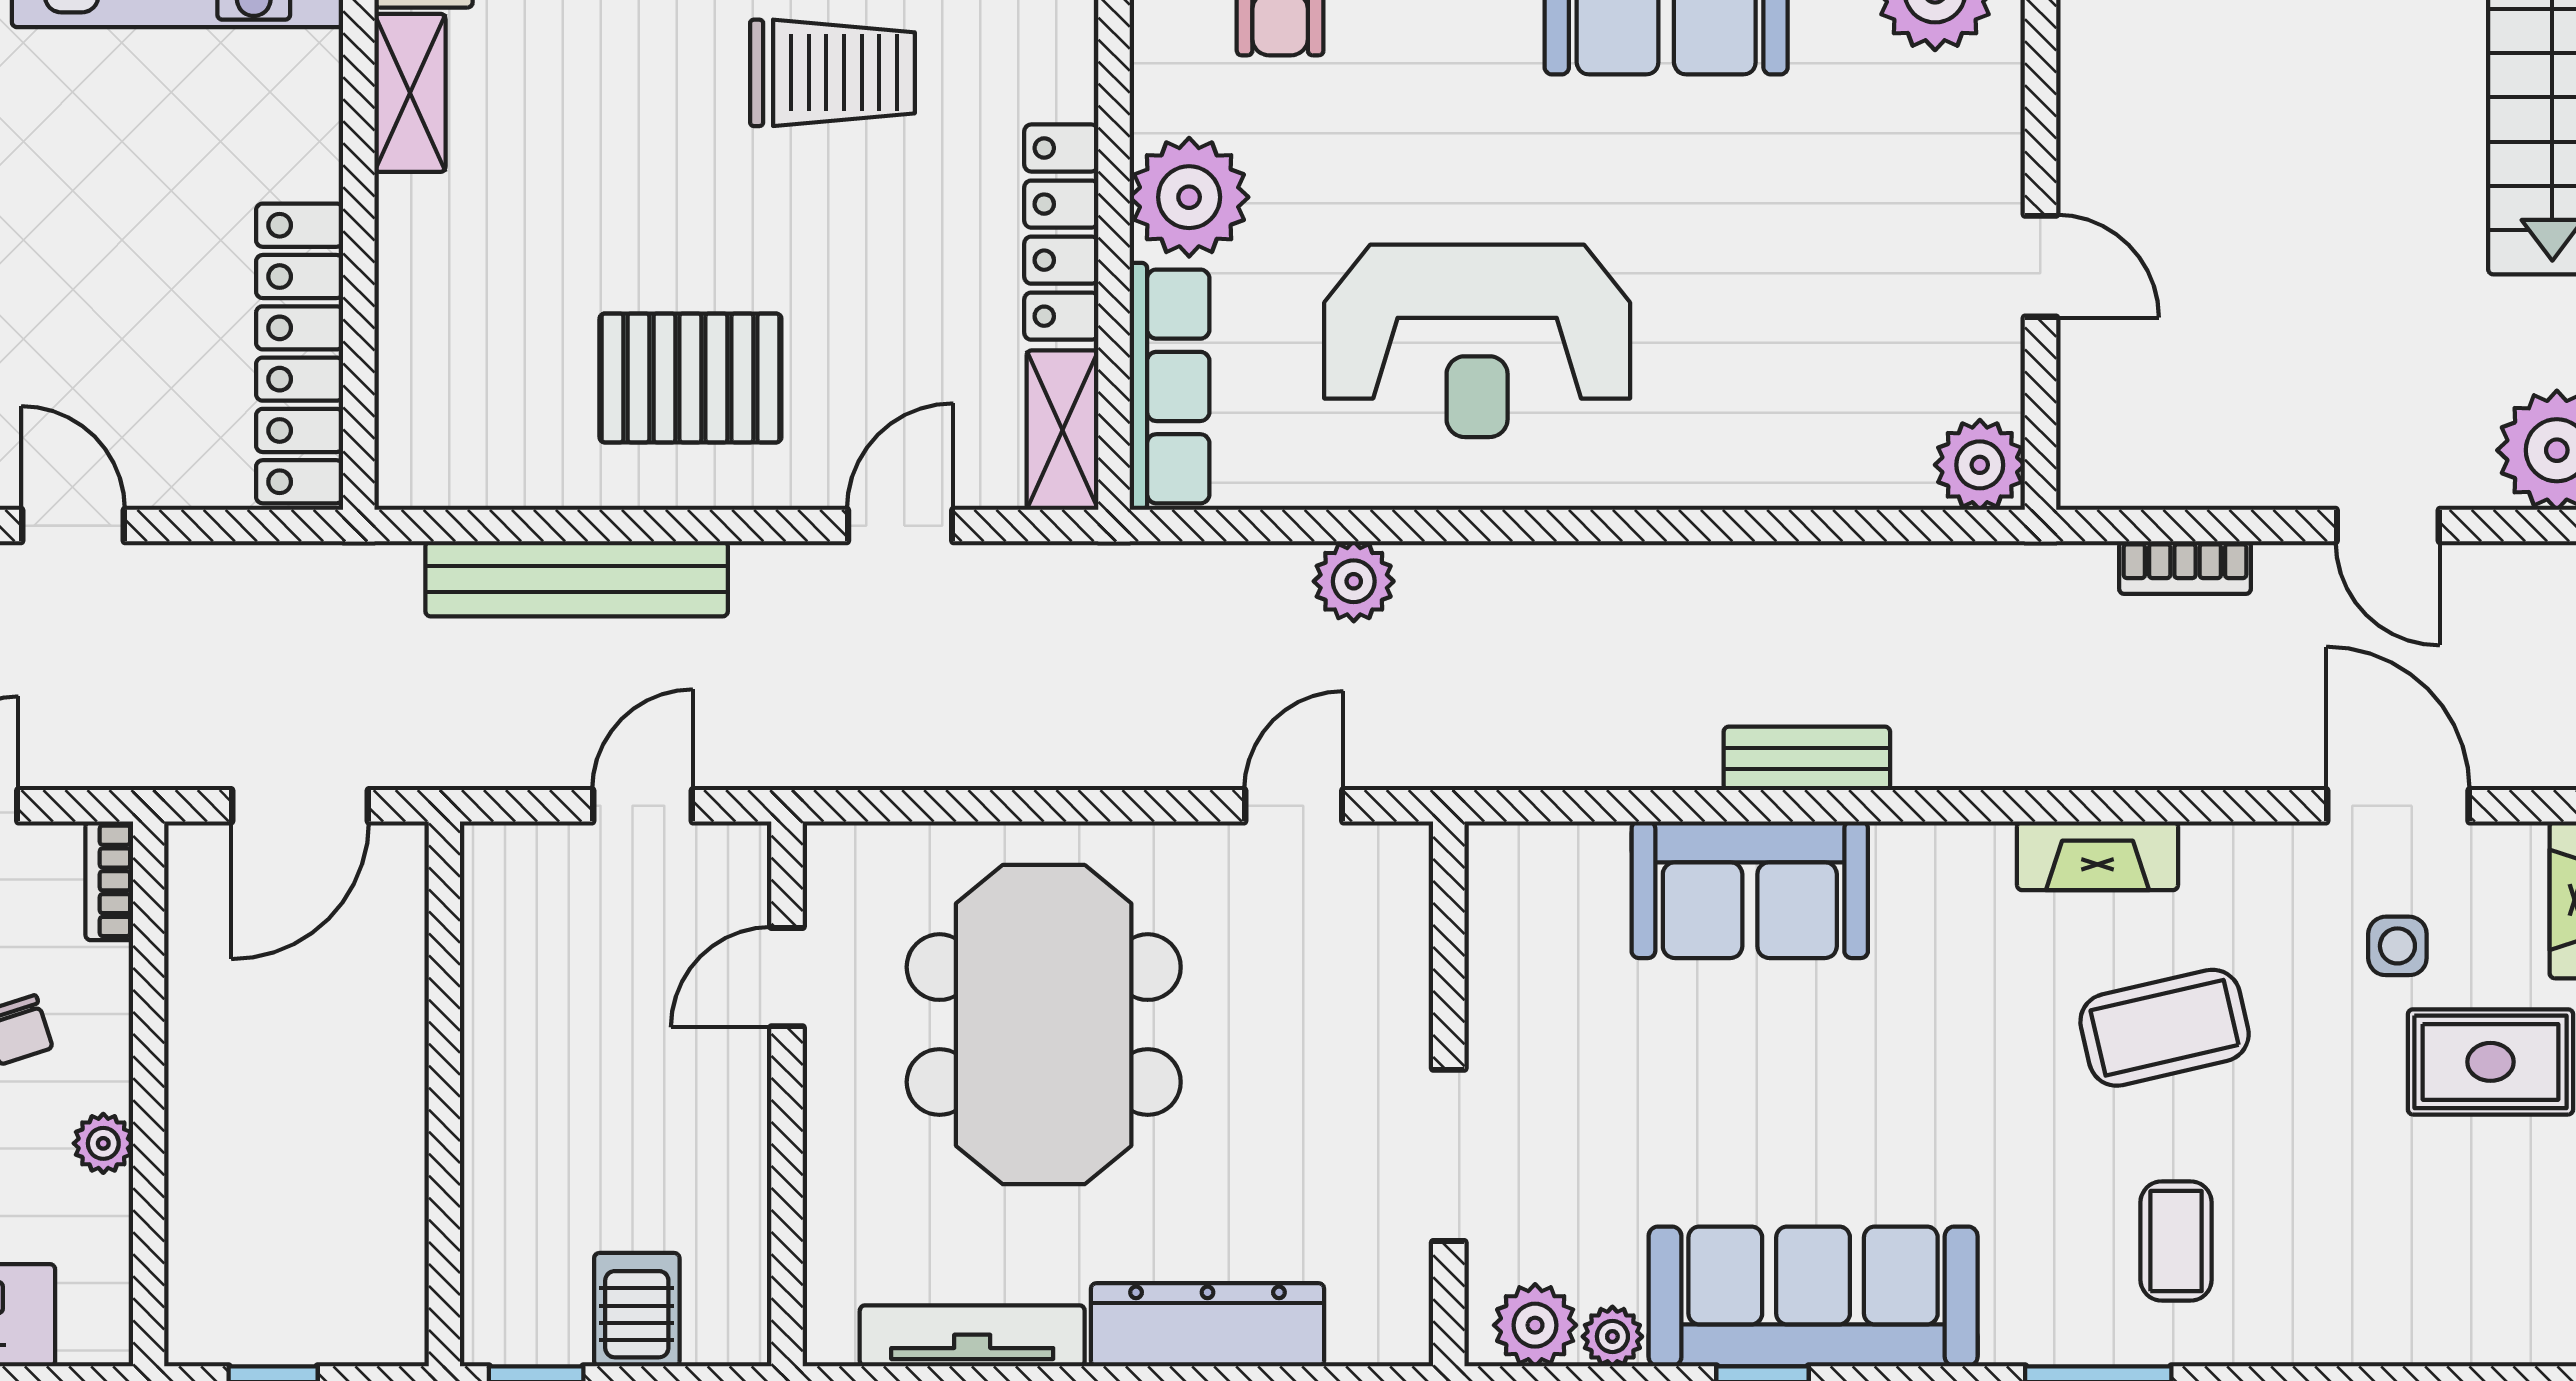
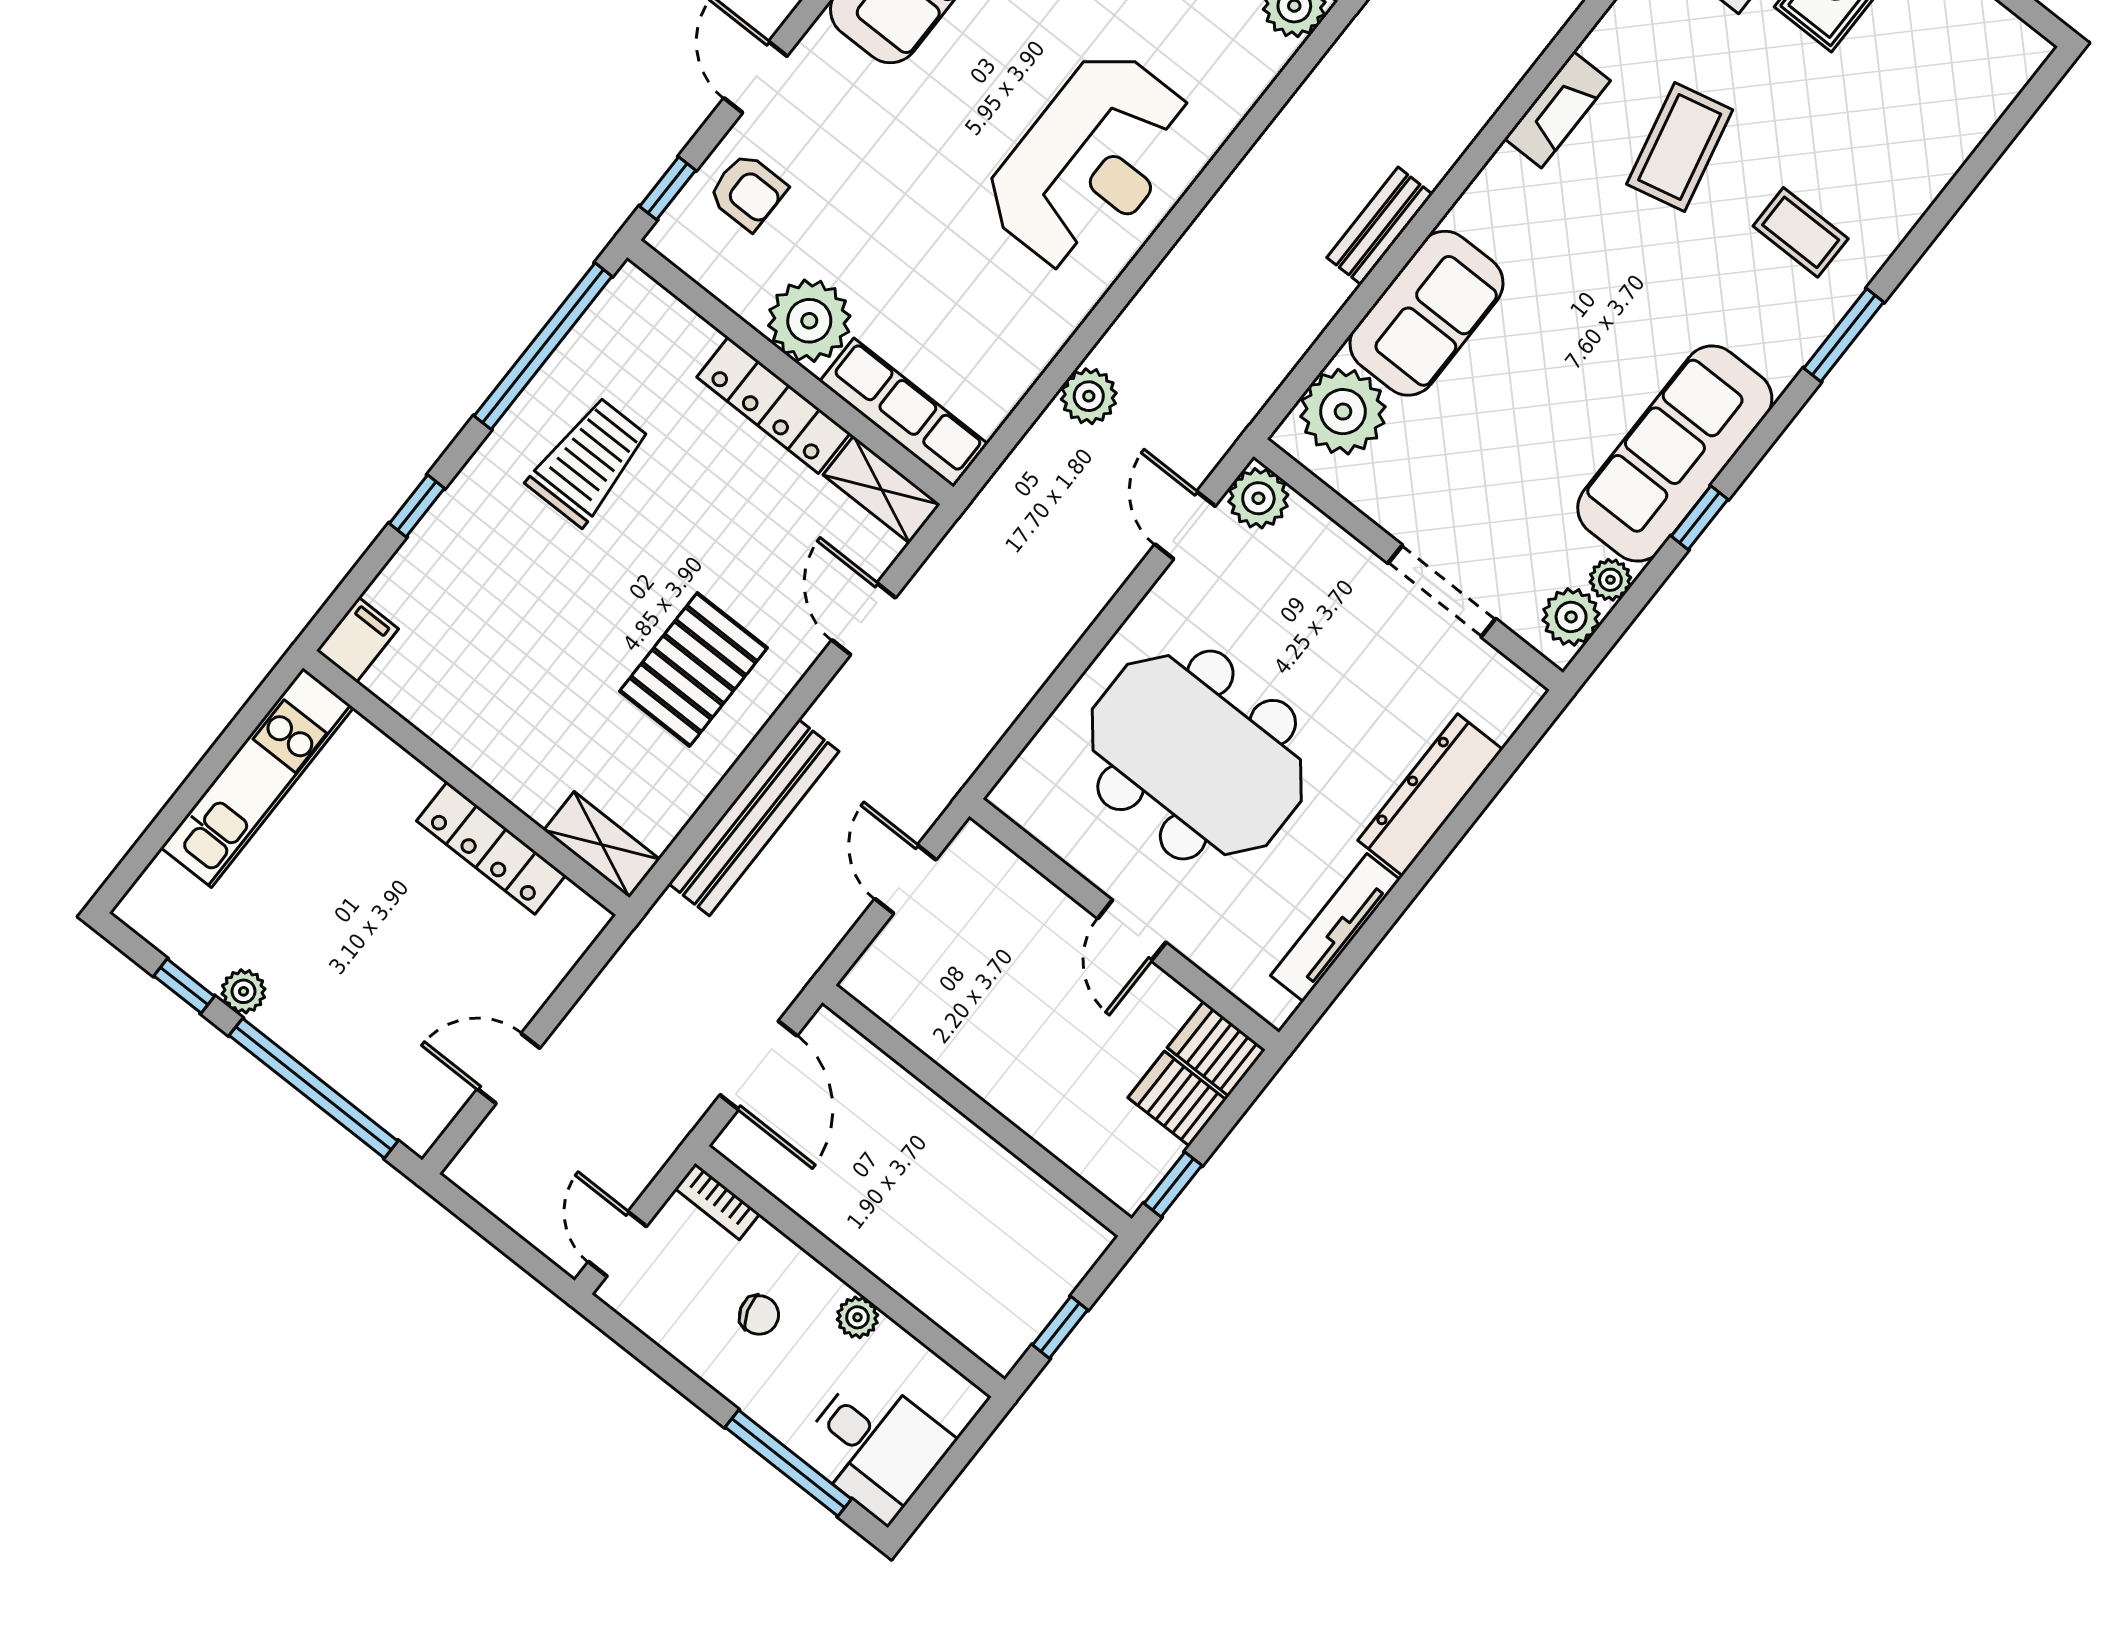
shelving: (410, 93) -> (602, 845), moved
reception desk: (1477, 341) -> (1090, 161), moved
locker: (300, 353) -> (491, 848), width x0.71, depth x0.83
plant: (1390, 865) -> (1258, 498), added
plant: (1564, 883) -> (1343, 412), added
door: (787, 977) -> (1132, 930), moved
server rack: (729, 1310) -> (1216, 1049), added

